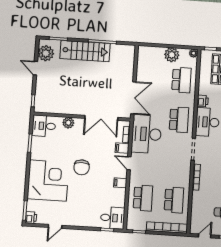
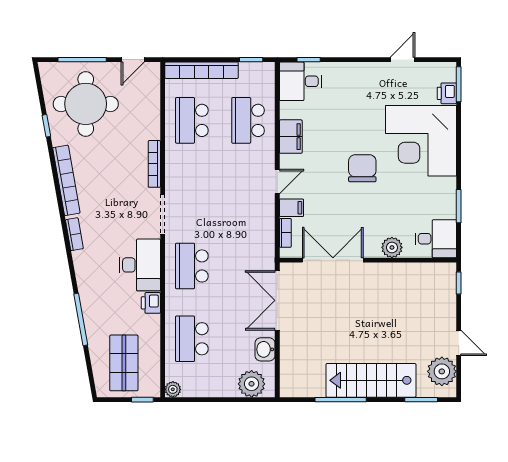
plant: (172, 55) -> (252, 384), moved
washbasin: (142, 72) -> (265, 349), added
desk: (147, 134) -> (249, 236), removed
door: (129, 163) -> (277, 181), hinge flipped
filing cabinet: (120, 183) -> (291, 137), width x2.00
printer: (31, 218) -> (447, 93), moved

